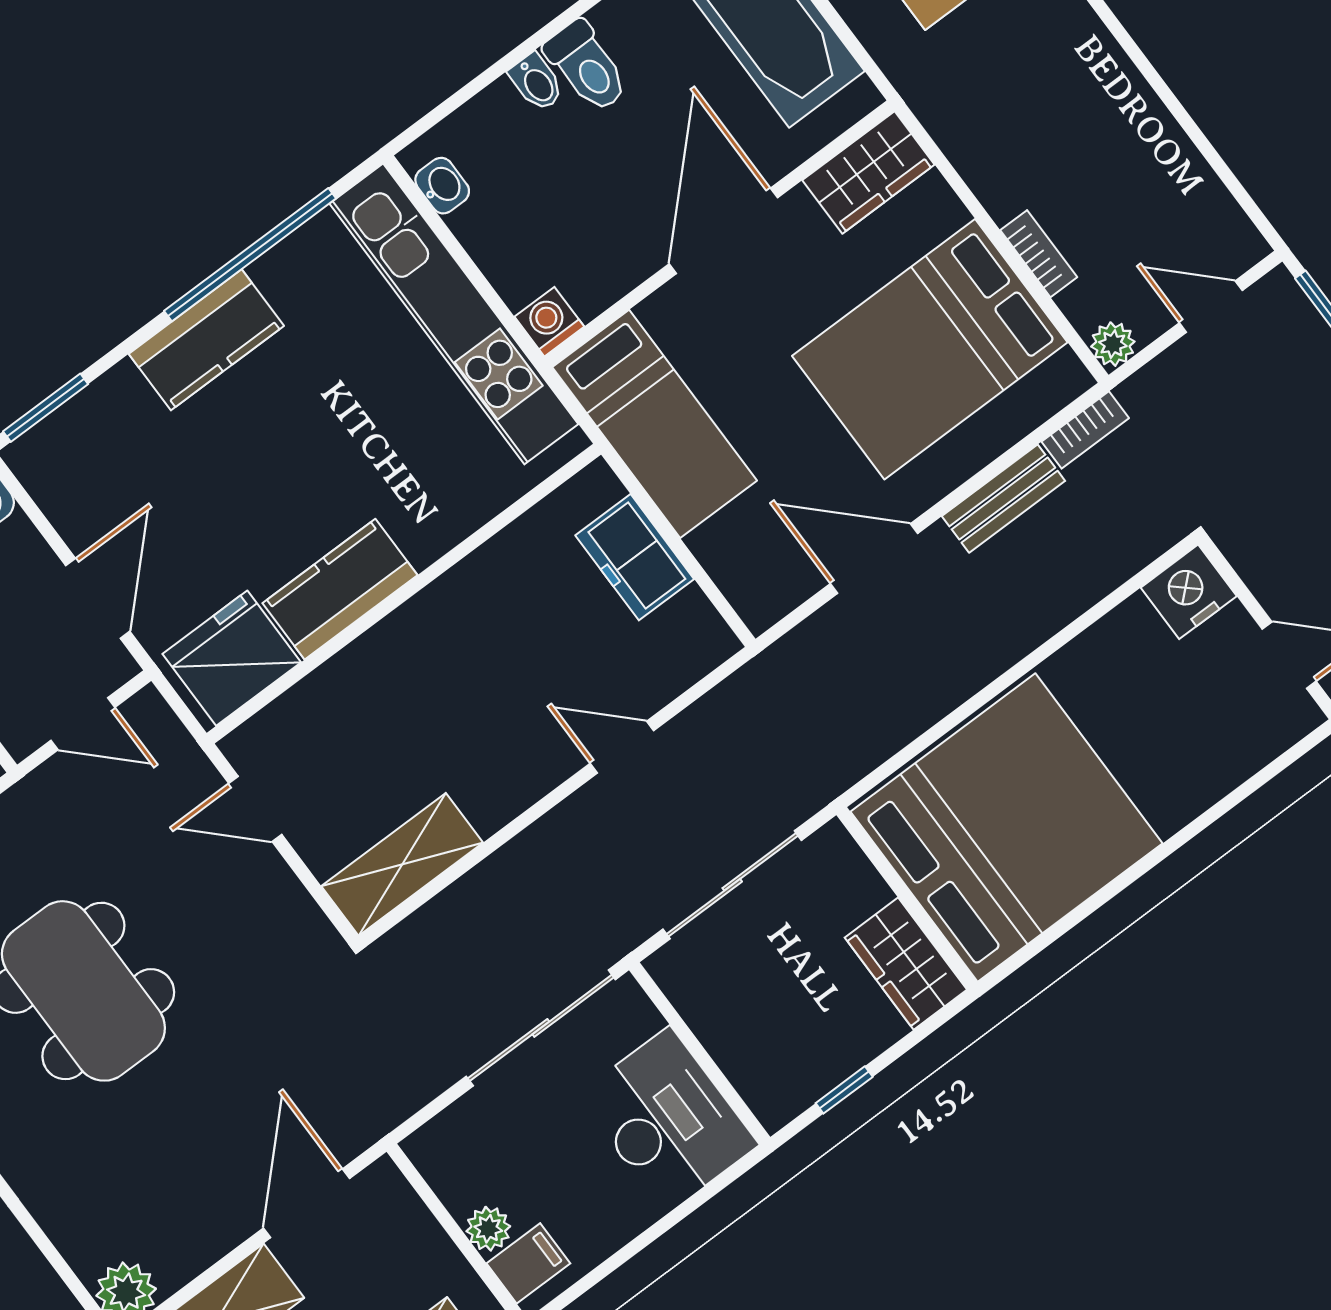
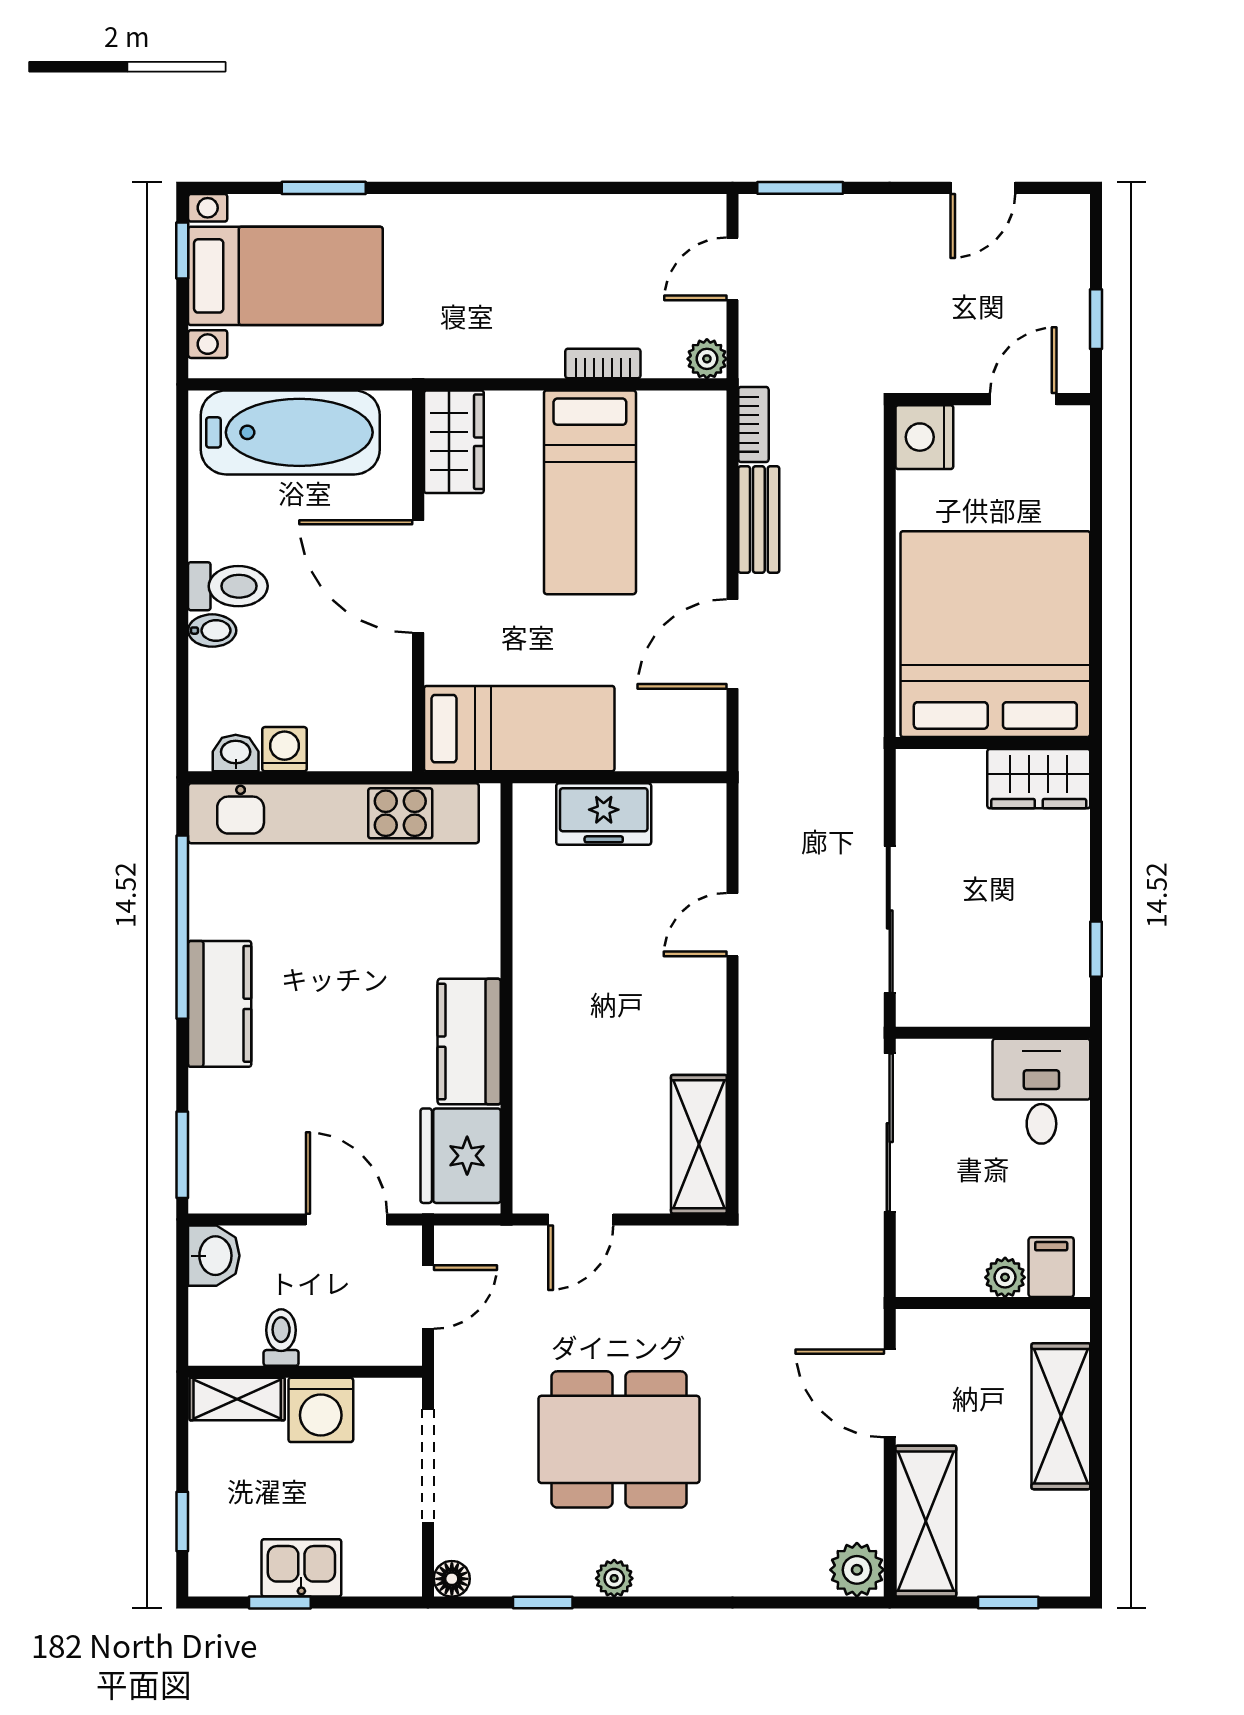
washing machine: (549, 322) -> (284, 749), moved, turned 90
bed: (930, 349) -> (590, 492), width x0.67
bed: (1007, 828) -> (995, 634), moved
wall: (907, 898) -> (993, 743), moved
wardrobe: (906, 964) -> (1039, 779), moved
desk: (668, 1120) -> (1041, 1091), width x0.73

